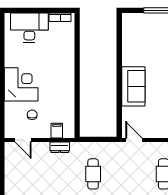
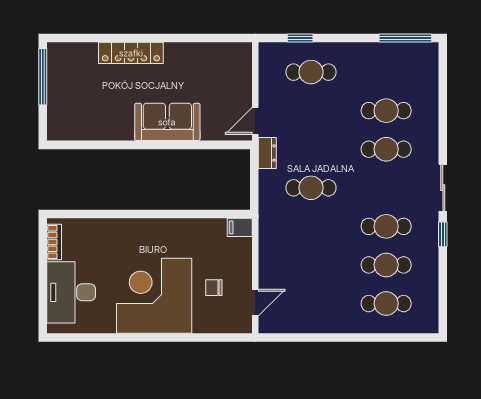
corner desk: (21, 84) -> (154, 296), width x1.36, depth x1.36
filing cabinet: (57, 131) -> (240, 227), moved
dresser: (60, 147) -> (267, 153), moved

